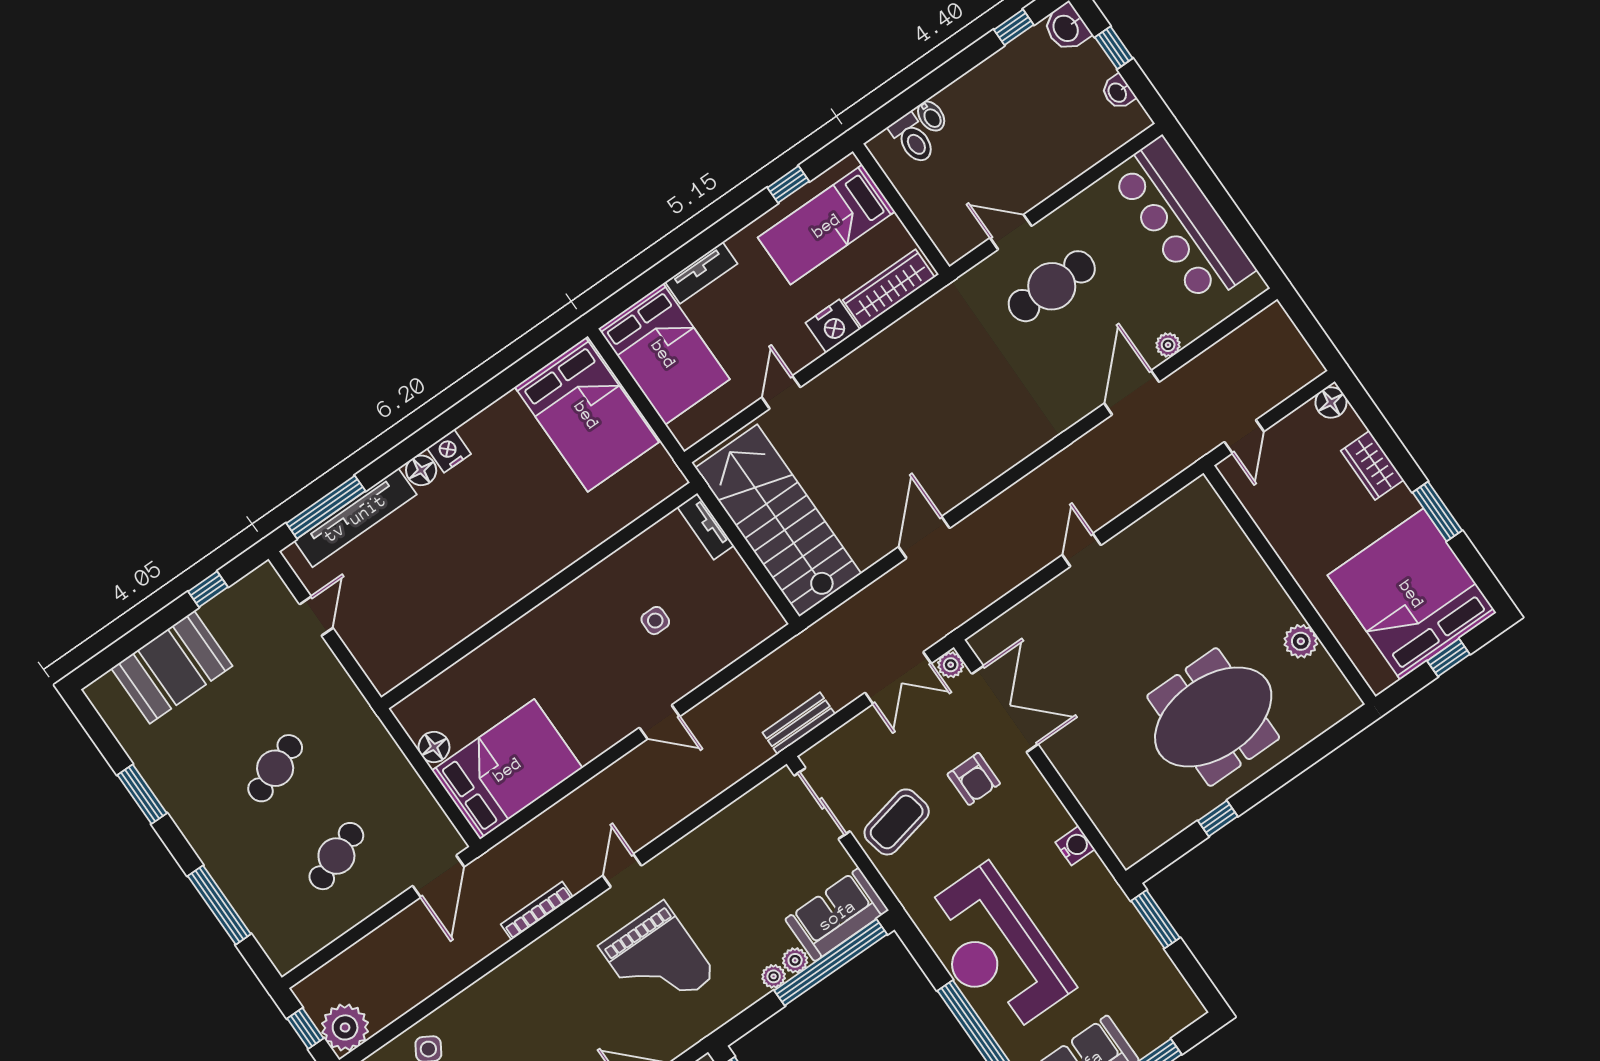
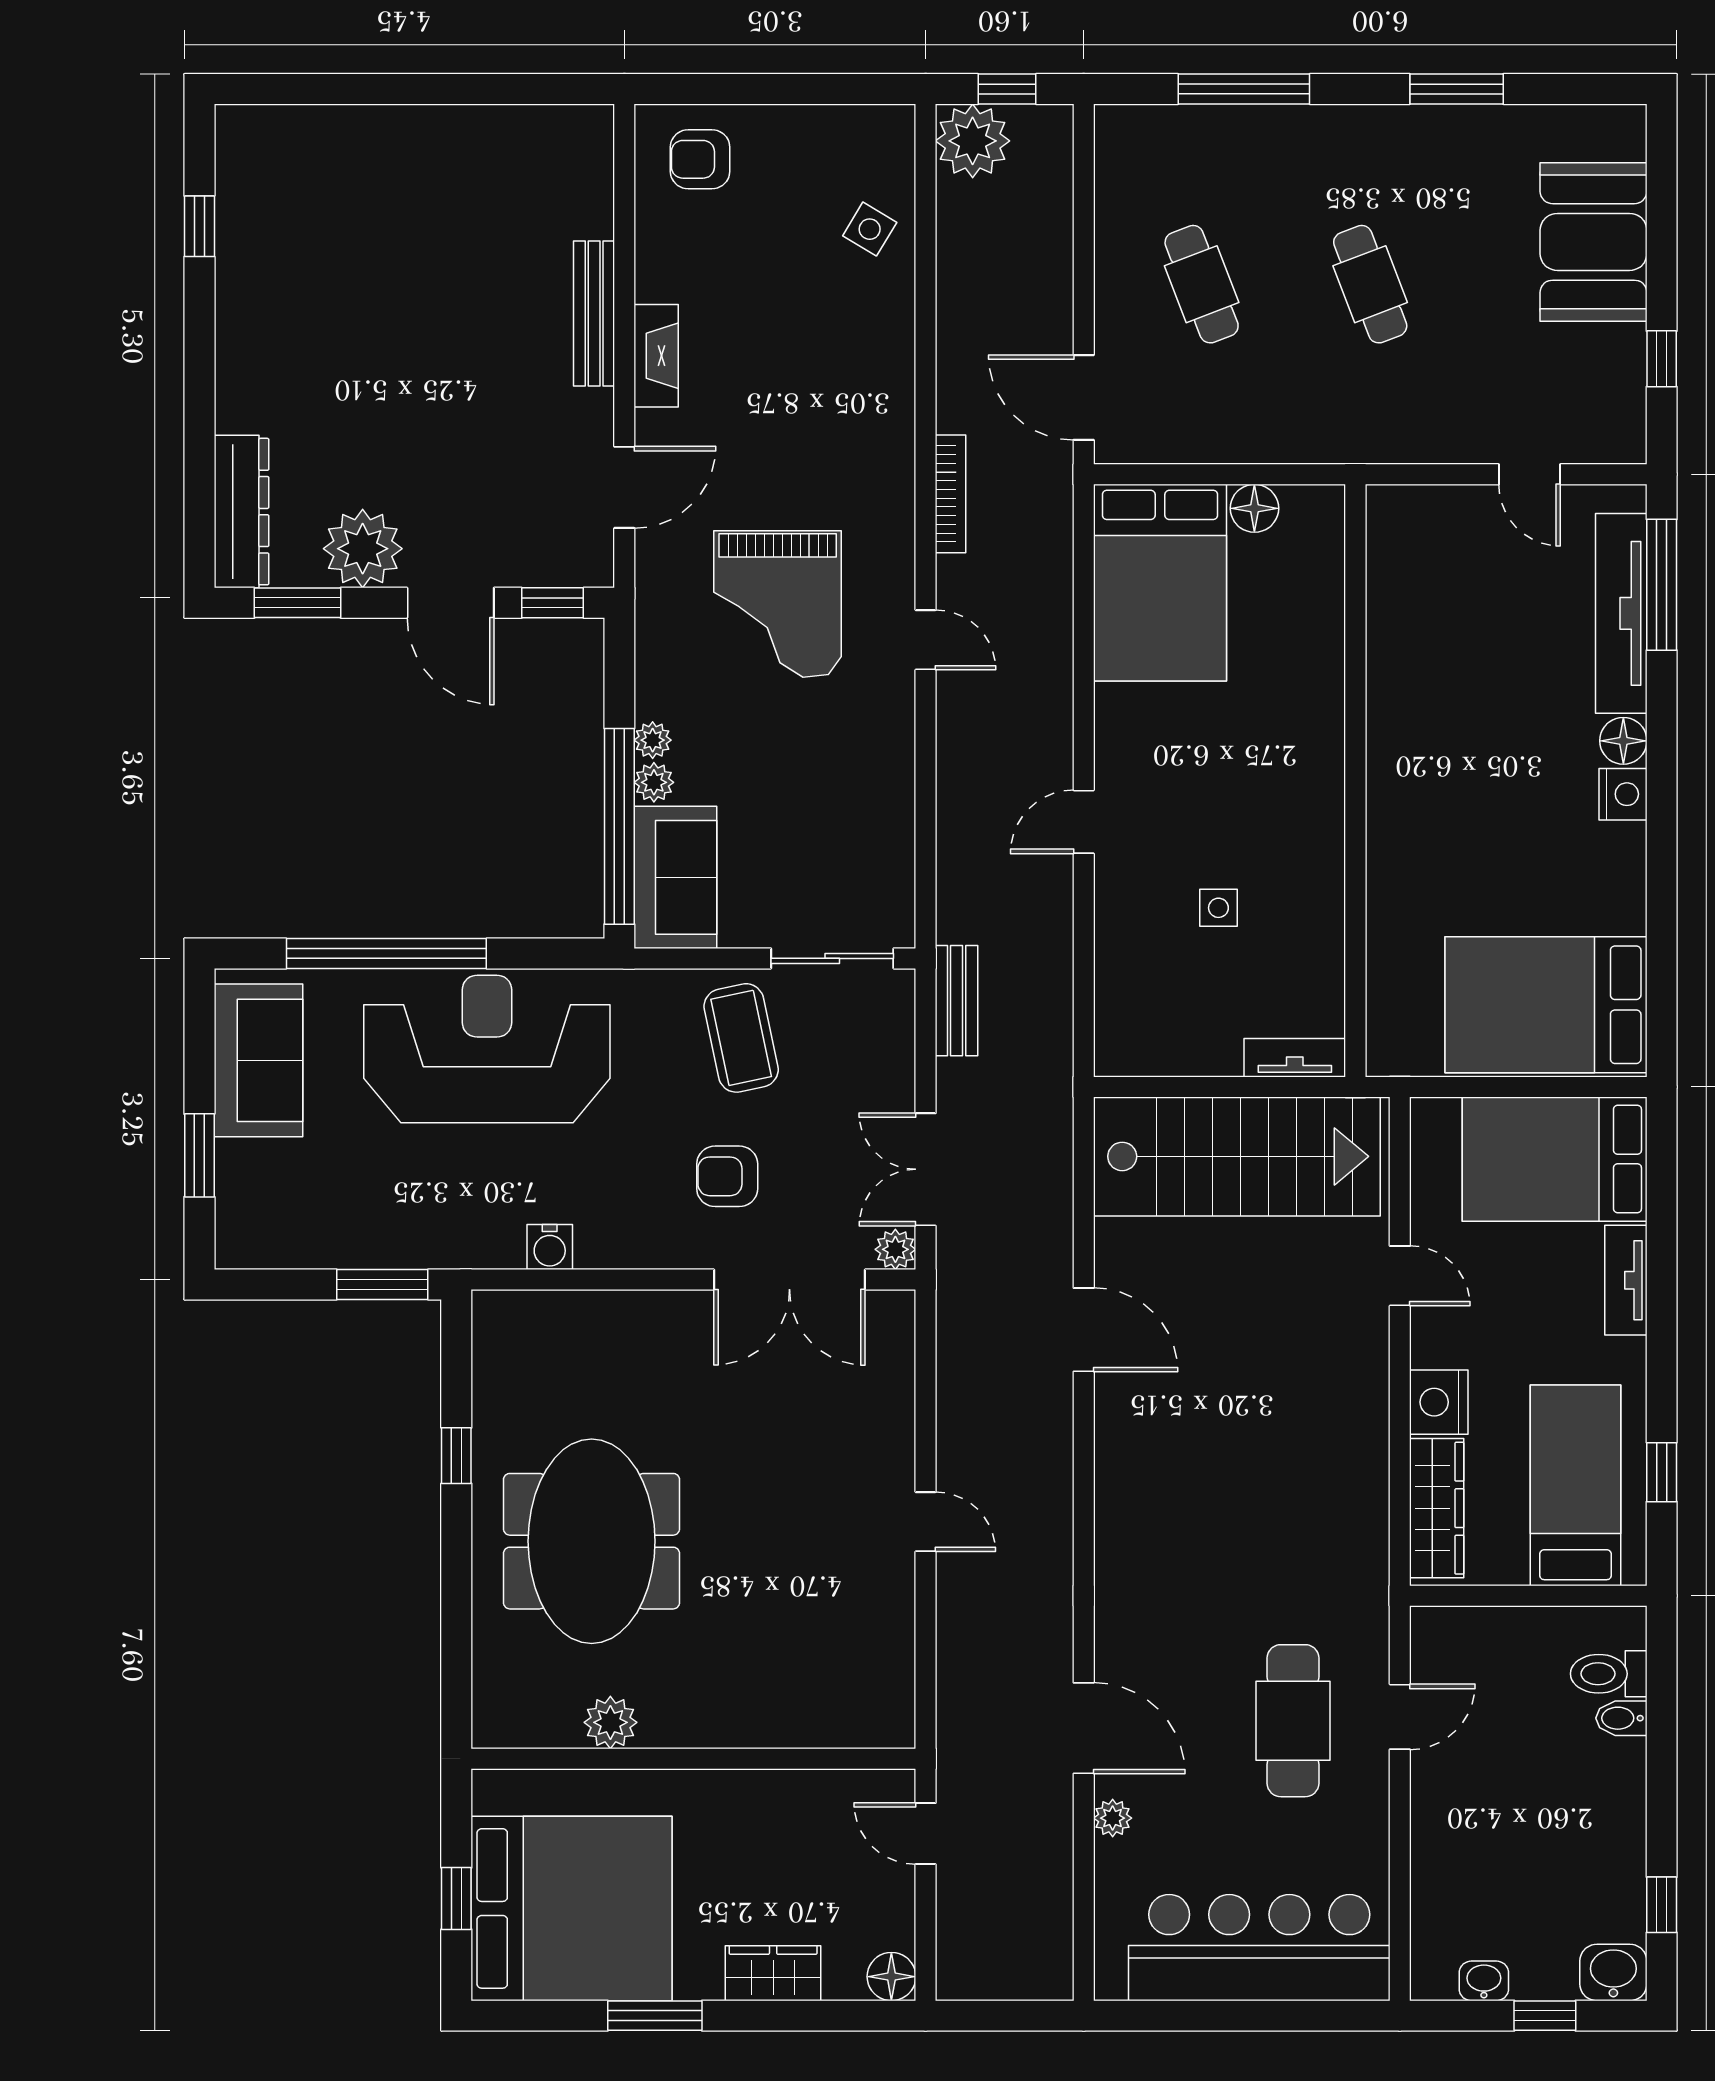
grand piano: (657, 961) -> (778, 604), turned -90

